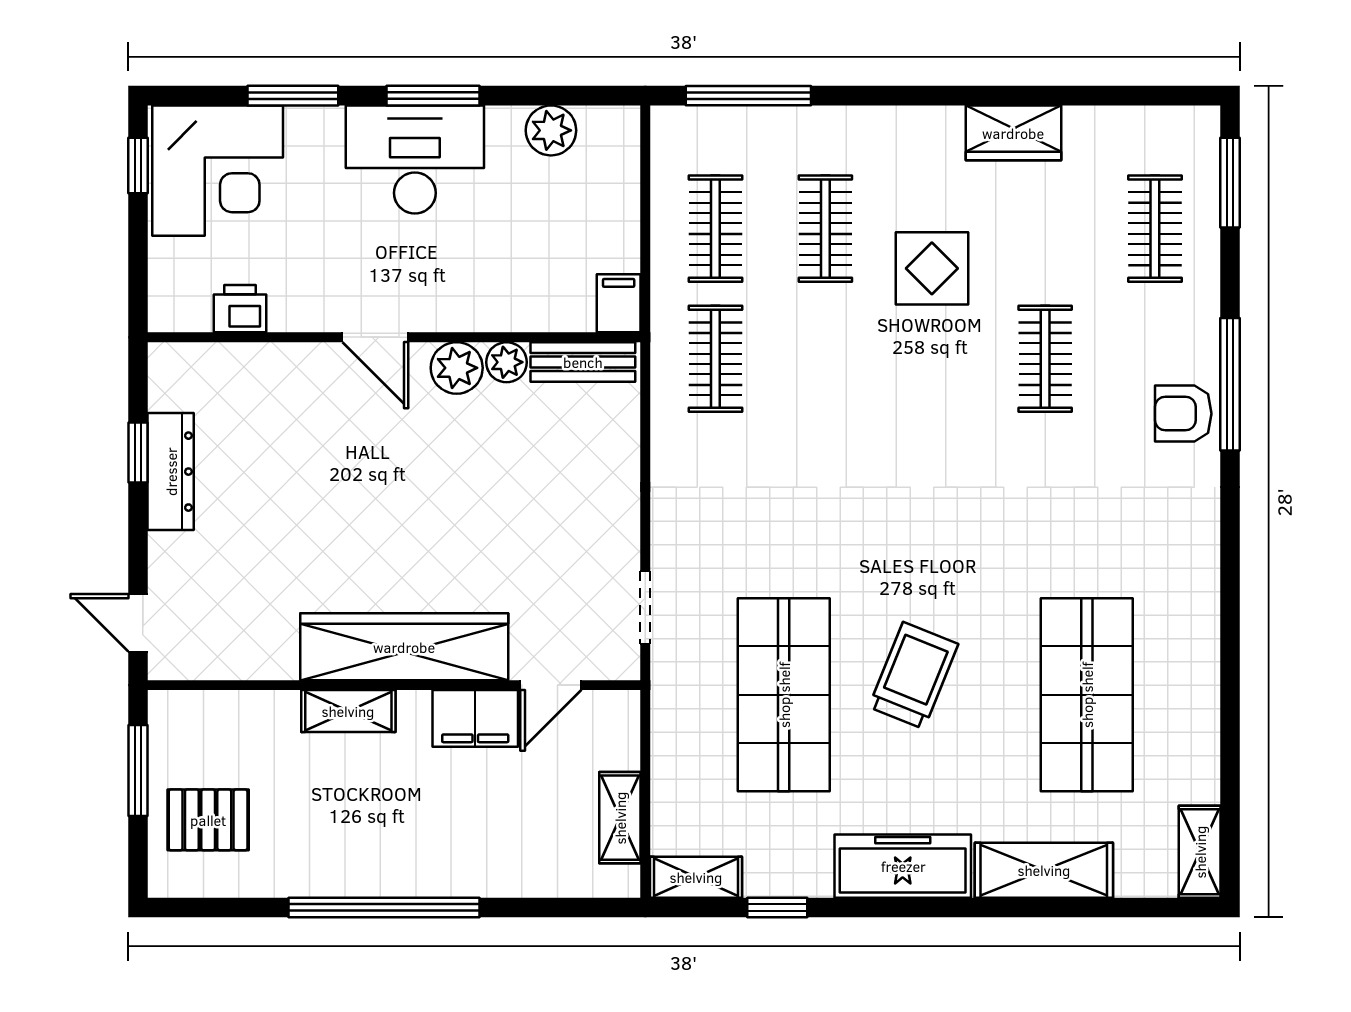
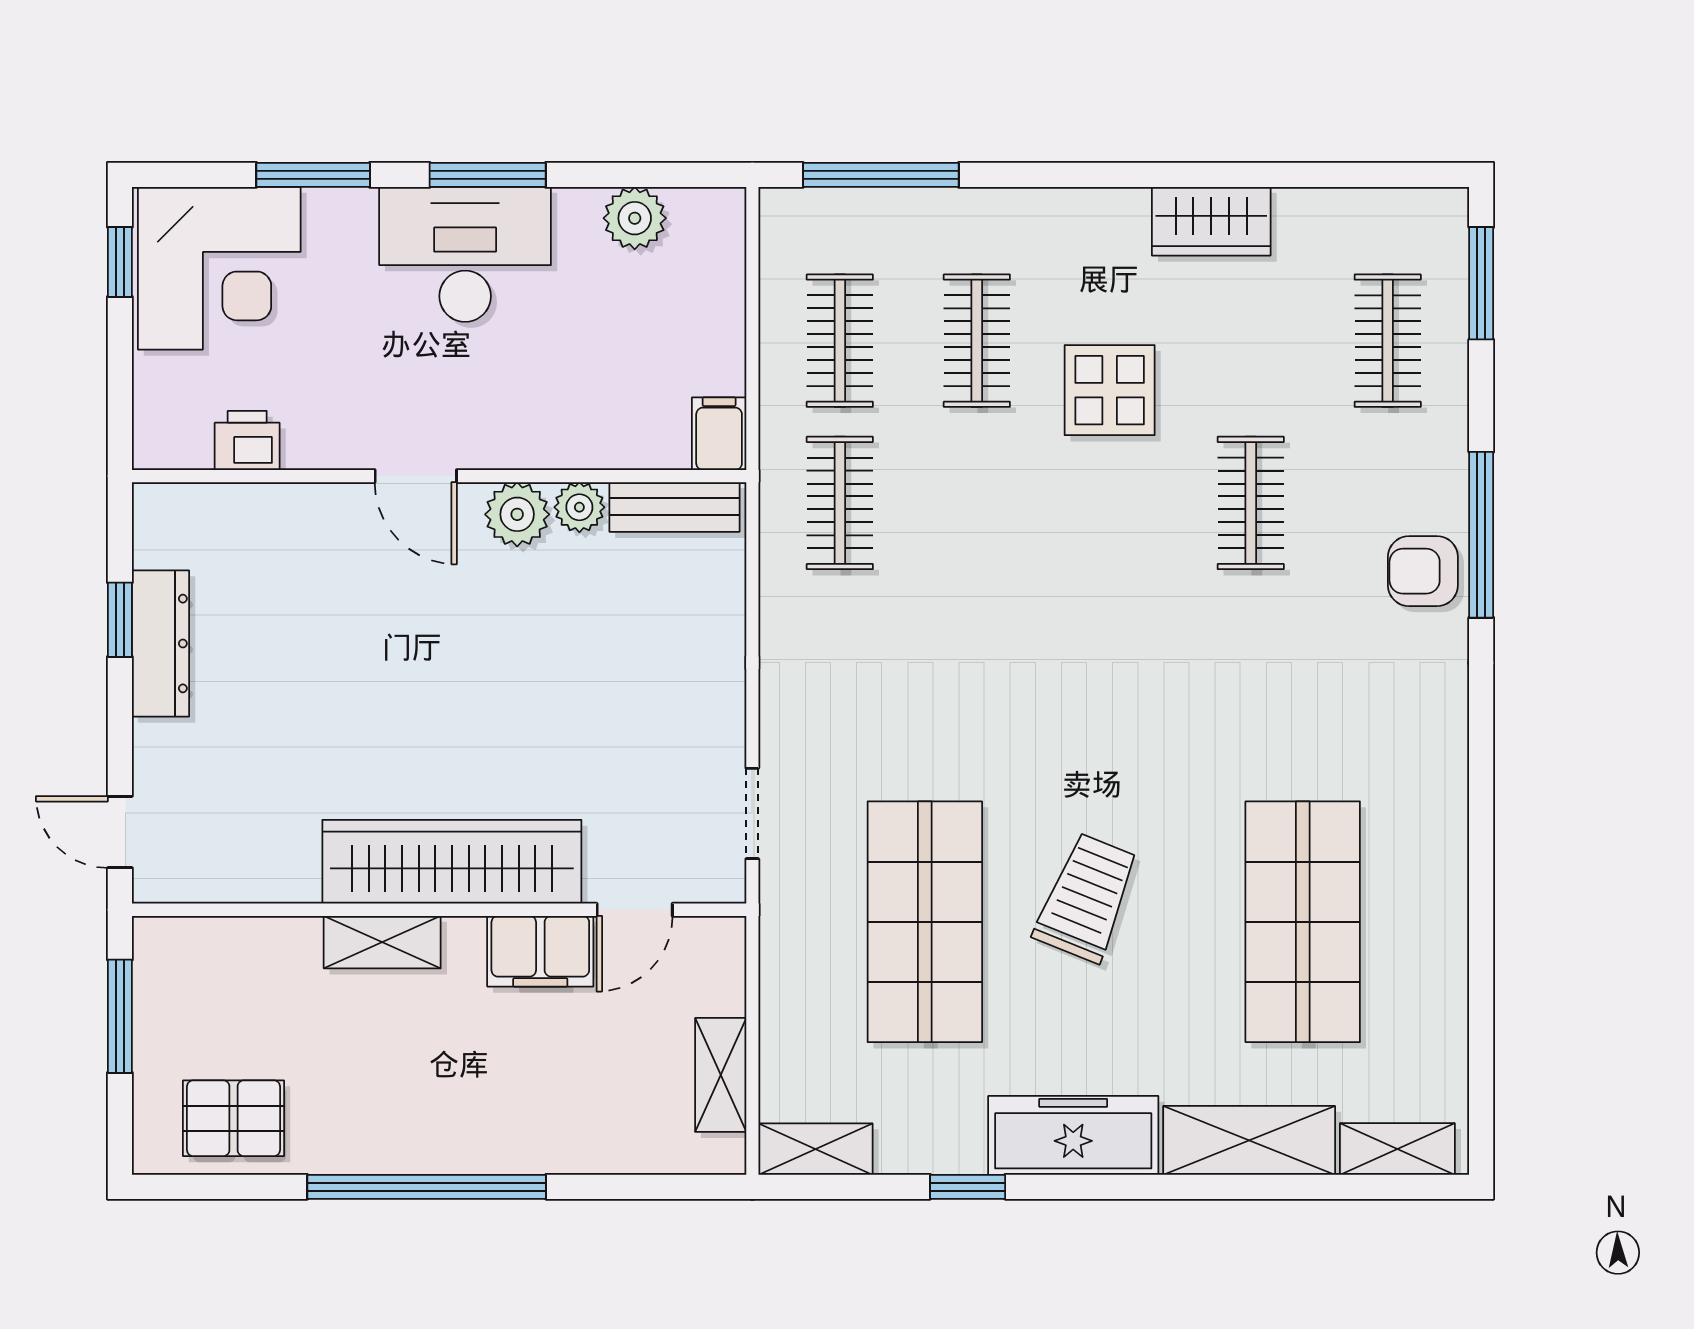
pallet: (208, 820) -> (234, 1118), moved
shelving: (1200, 852) -> (1397, 1149), moved, turned 90
window: (777, 907) -> (968, 1187), moved

